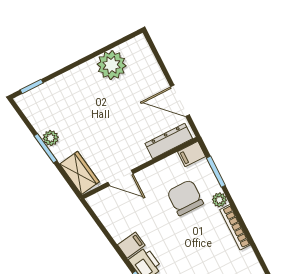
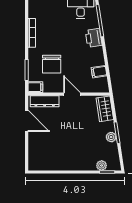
plant: (112, 65) -> (102, 165), moved, width x0.53, depth x0.53
door: (120, 178) -> (72, 94), moved
plant: (219, 200) -> (33, 53), removed
filing cabinet: (131, 245) -> (99, 72), moved

